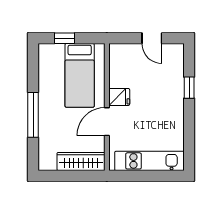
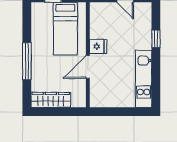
wardrobe: (81, 161) -> (51, 100), moved
kitchen unit: (149, 161) -> (144, 79), moved, turned -90

